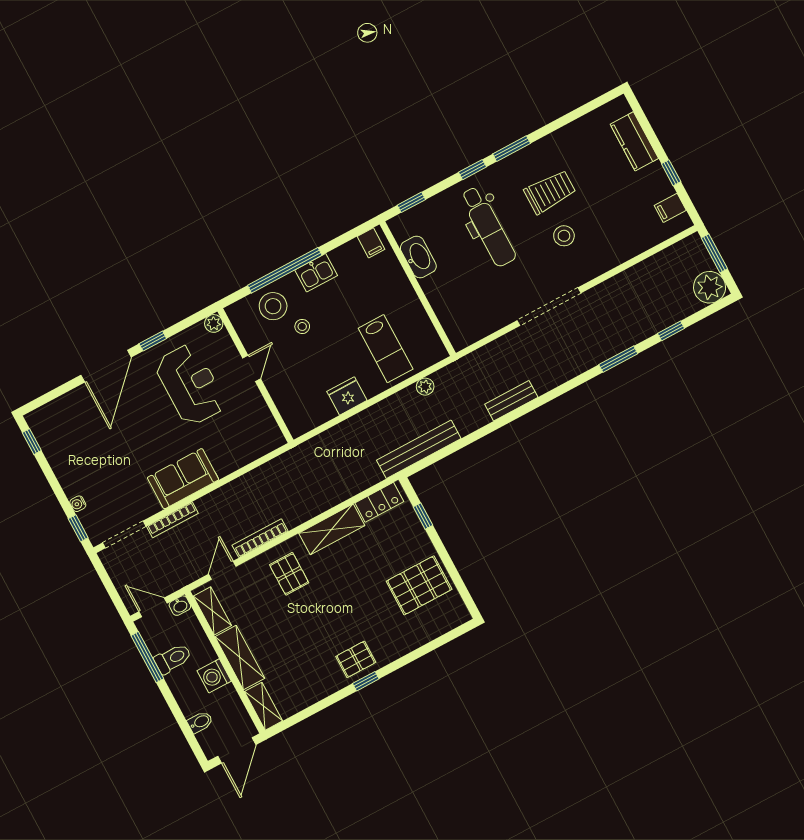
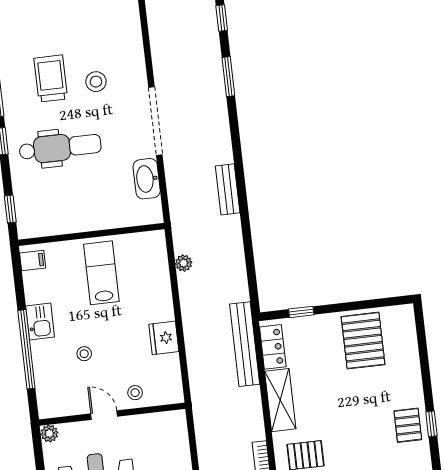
washbasin: (418, 257) -> (147, 179), moved, turned -90
stool: (273, 306) -> (135, 393), moved, width x0.53, depth x0.53
lab bench: (386, 349) -> (101, 273), moved, turned -90
bench: (419, 449) -> (245, 344), moved

